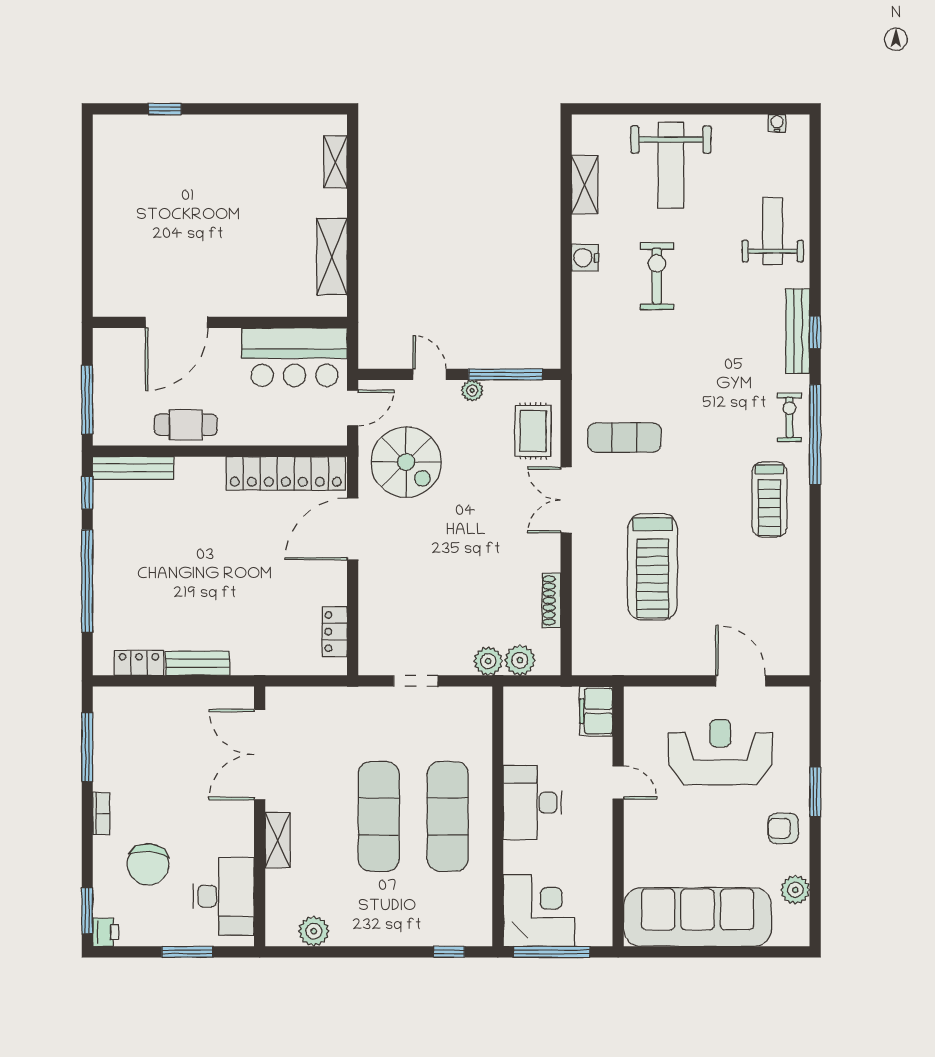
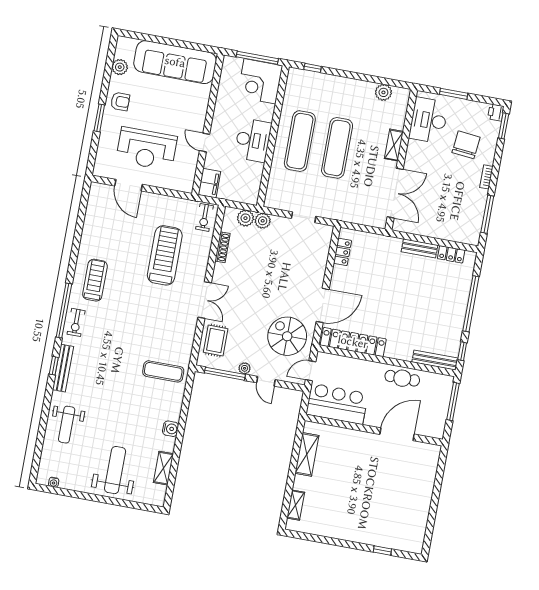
exercise bike: (657, 276) -> (204, 217), moved, width x0.73, depth x0.72
exercise mat: (624, 438) -> (163, 371), moved

